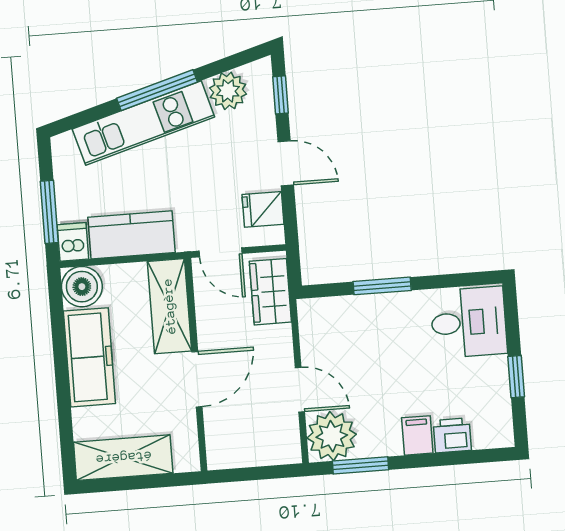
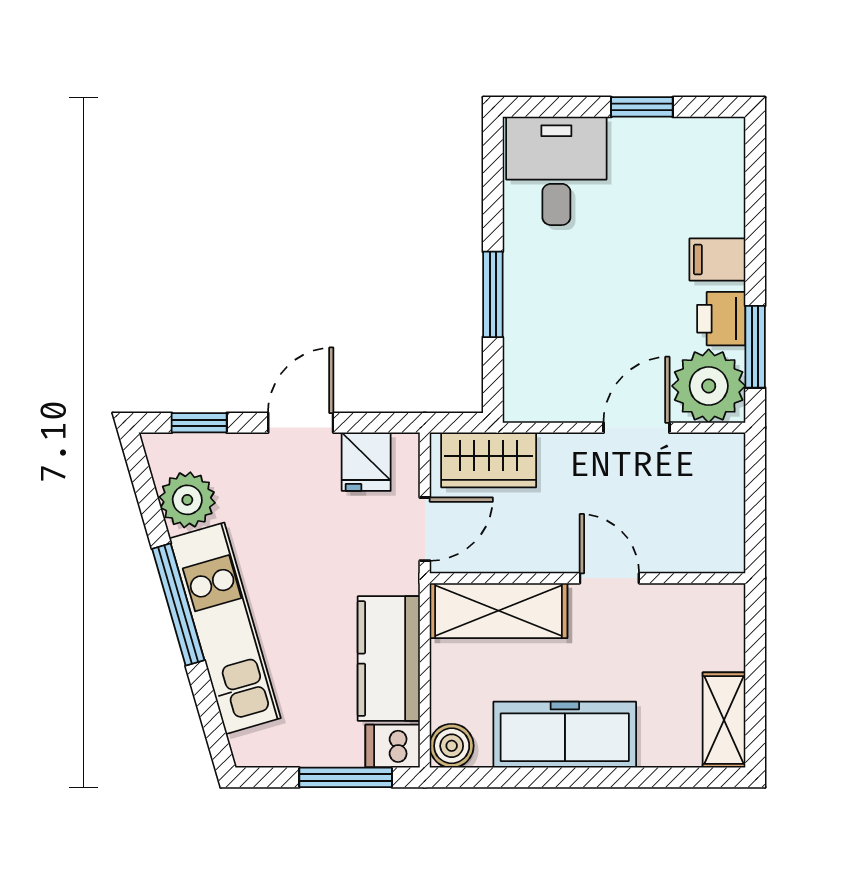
boiler: (82, 287) -> (452, 746), width x0.73, depth x0.73
door: (197, 379) -> (609, 578), width x0.73
printer: (452, 435) -> (721, 319), moved
shelving: (123, 458) -> (724, 720), width x0.67, depth x0.75

